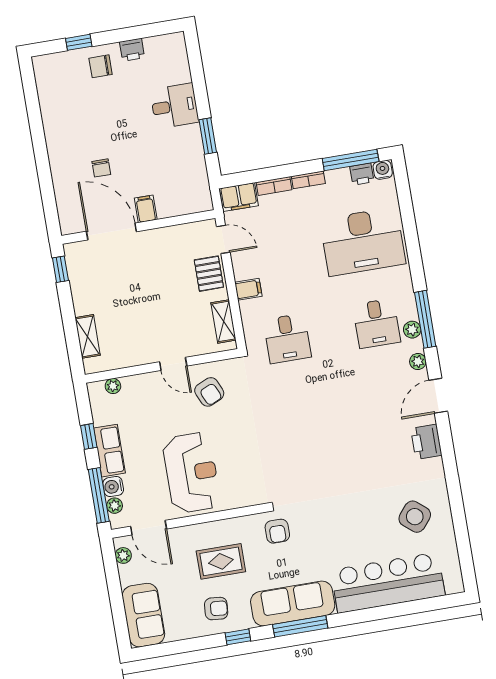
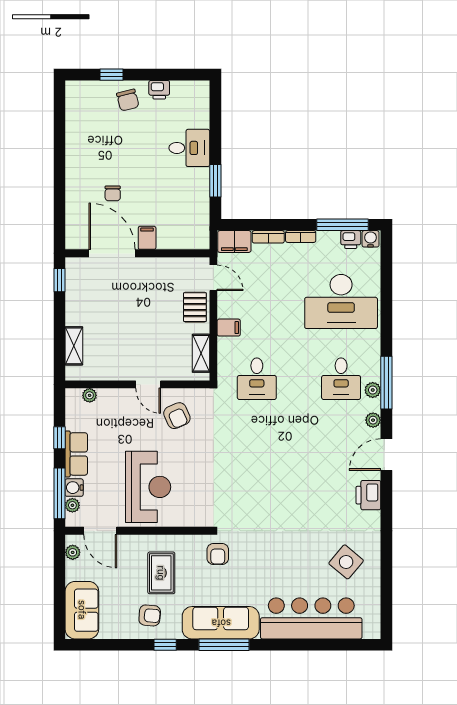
chair: (101, 66) -> (128, 100), turned -104
rug: (221, 561) -> (161, 573), turned 90

